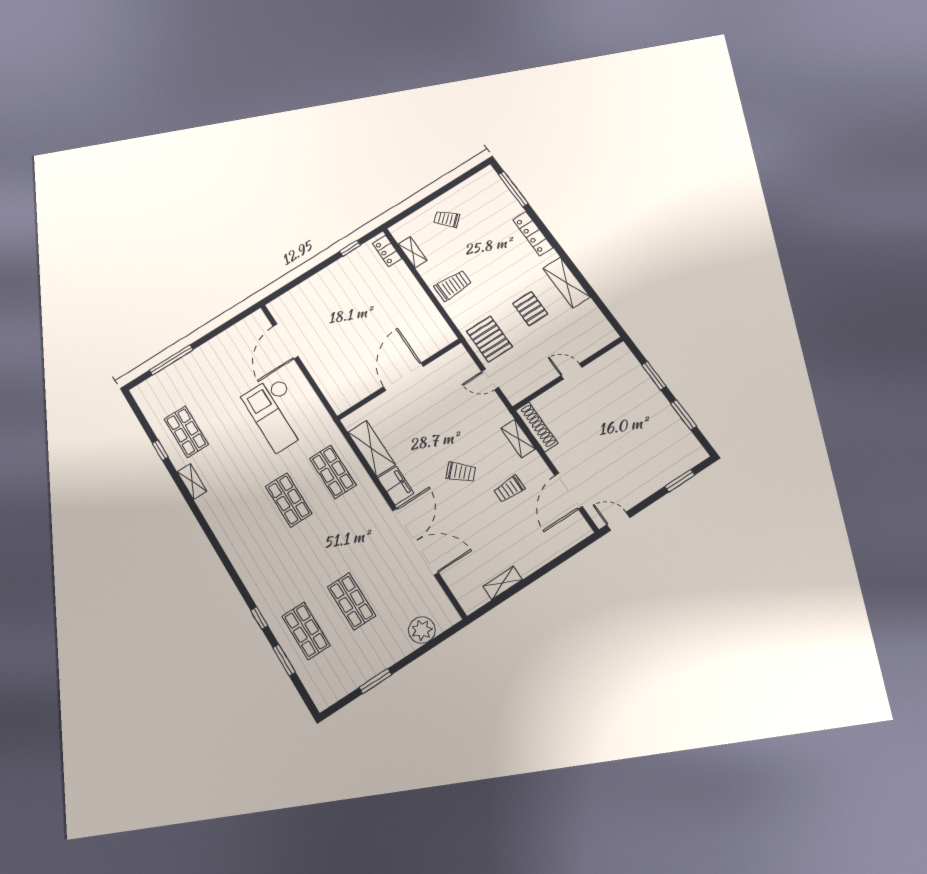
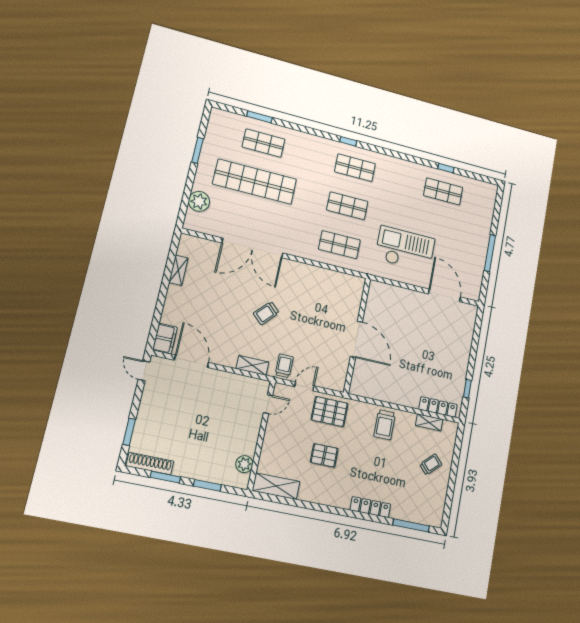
locker: (387, 251) -> (438, 407), width x1.53
shelving: (567, 283) -> (276, 486), moved
window: (171, 360) -> (490, 253), moved
plant: (606, 364) -> (244, 464), added
door: (571, 371) -> (268, 404), moved
shoe rack: (537, 427) -> (150, 464), moved, turned 180
shelving: (371, 448) -> (331, 279), removed
shelving: (192, 482) -> (410, 167), removed
filing cabinet: (396, 486) -> (165, 339), moved, turned -90
trolley: (509, 489) -> (284, 366), moved
door: (618, 521) -> (144, 371), swing flipped
shop shelf: (244, 528) -> (355, 168), added
shop shelf: (351, 601) -> (255, 182), width x2.00, depth x1.36
window: (259, 618) -> (348, 141), moved

